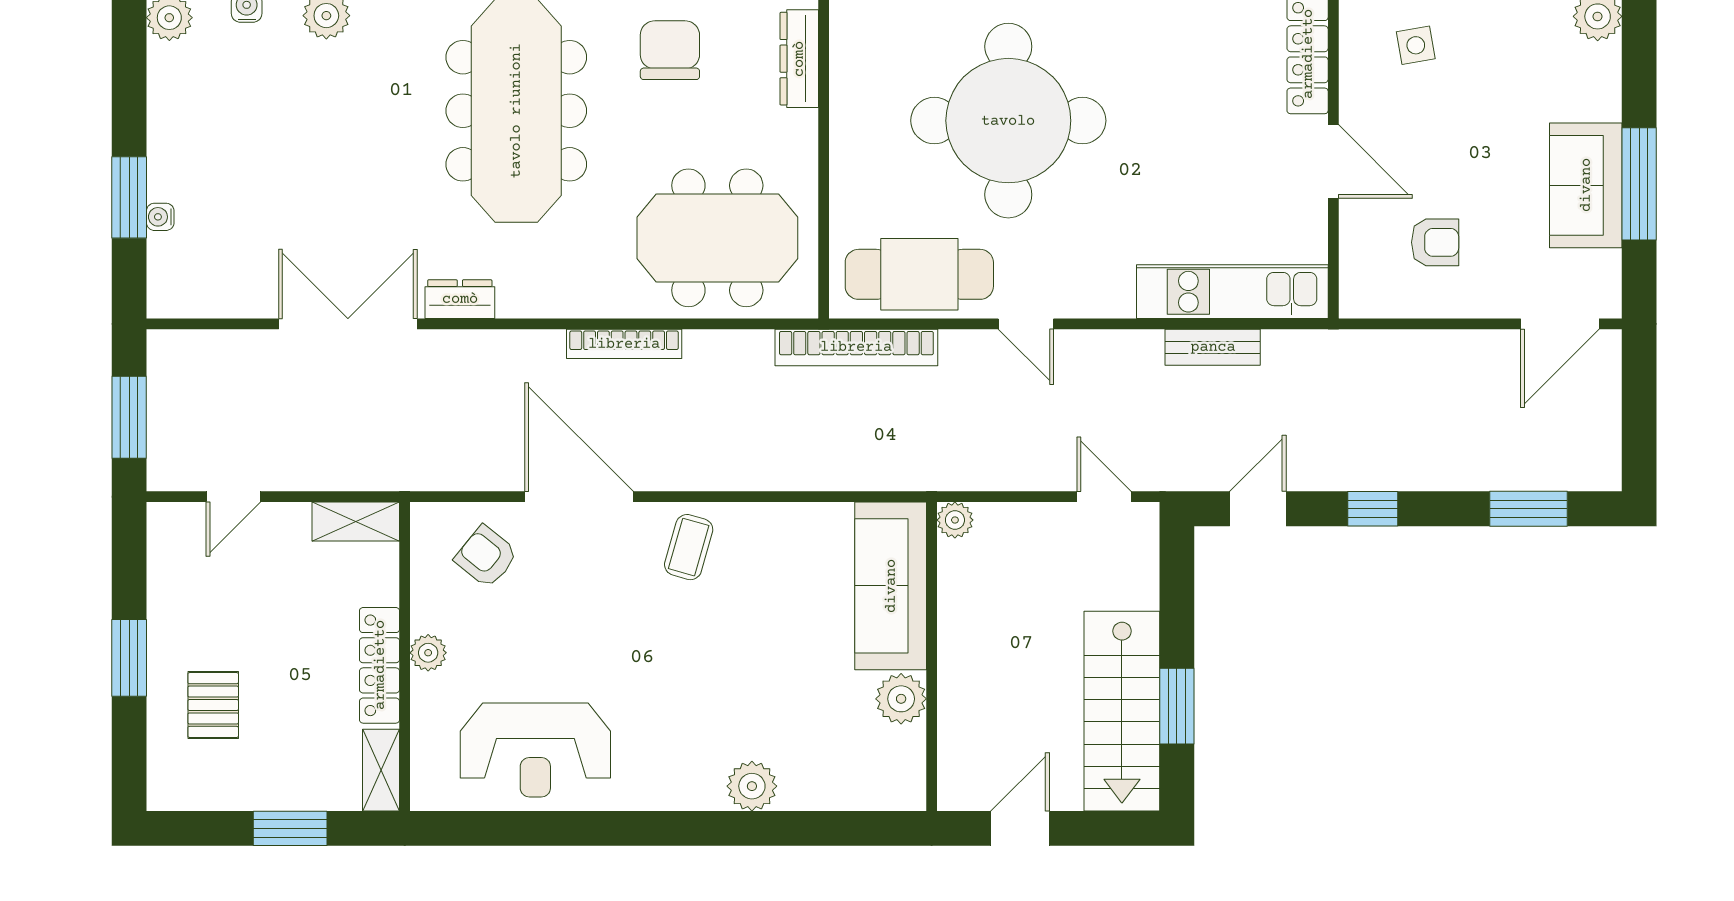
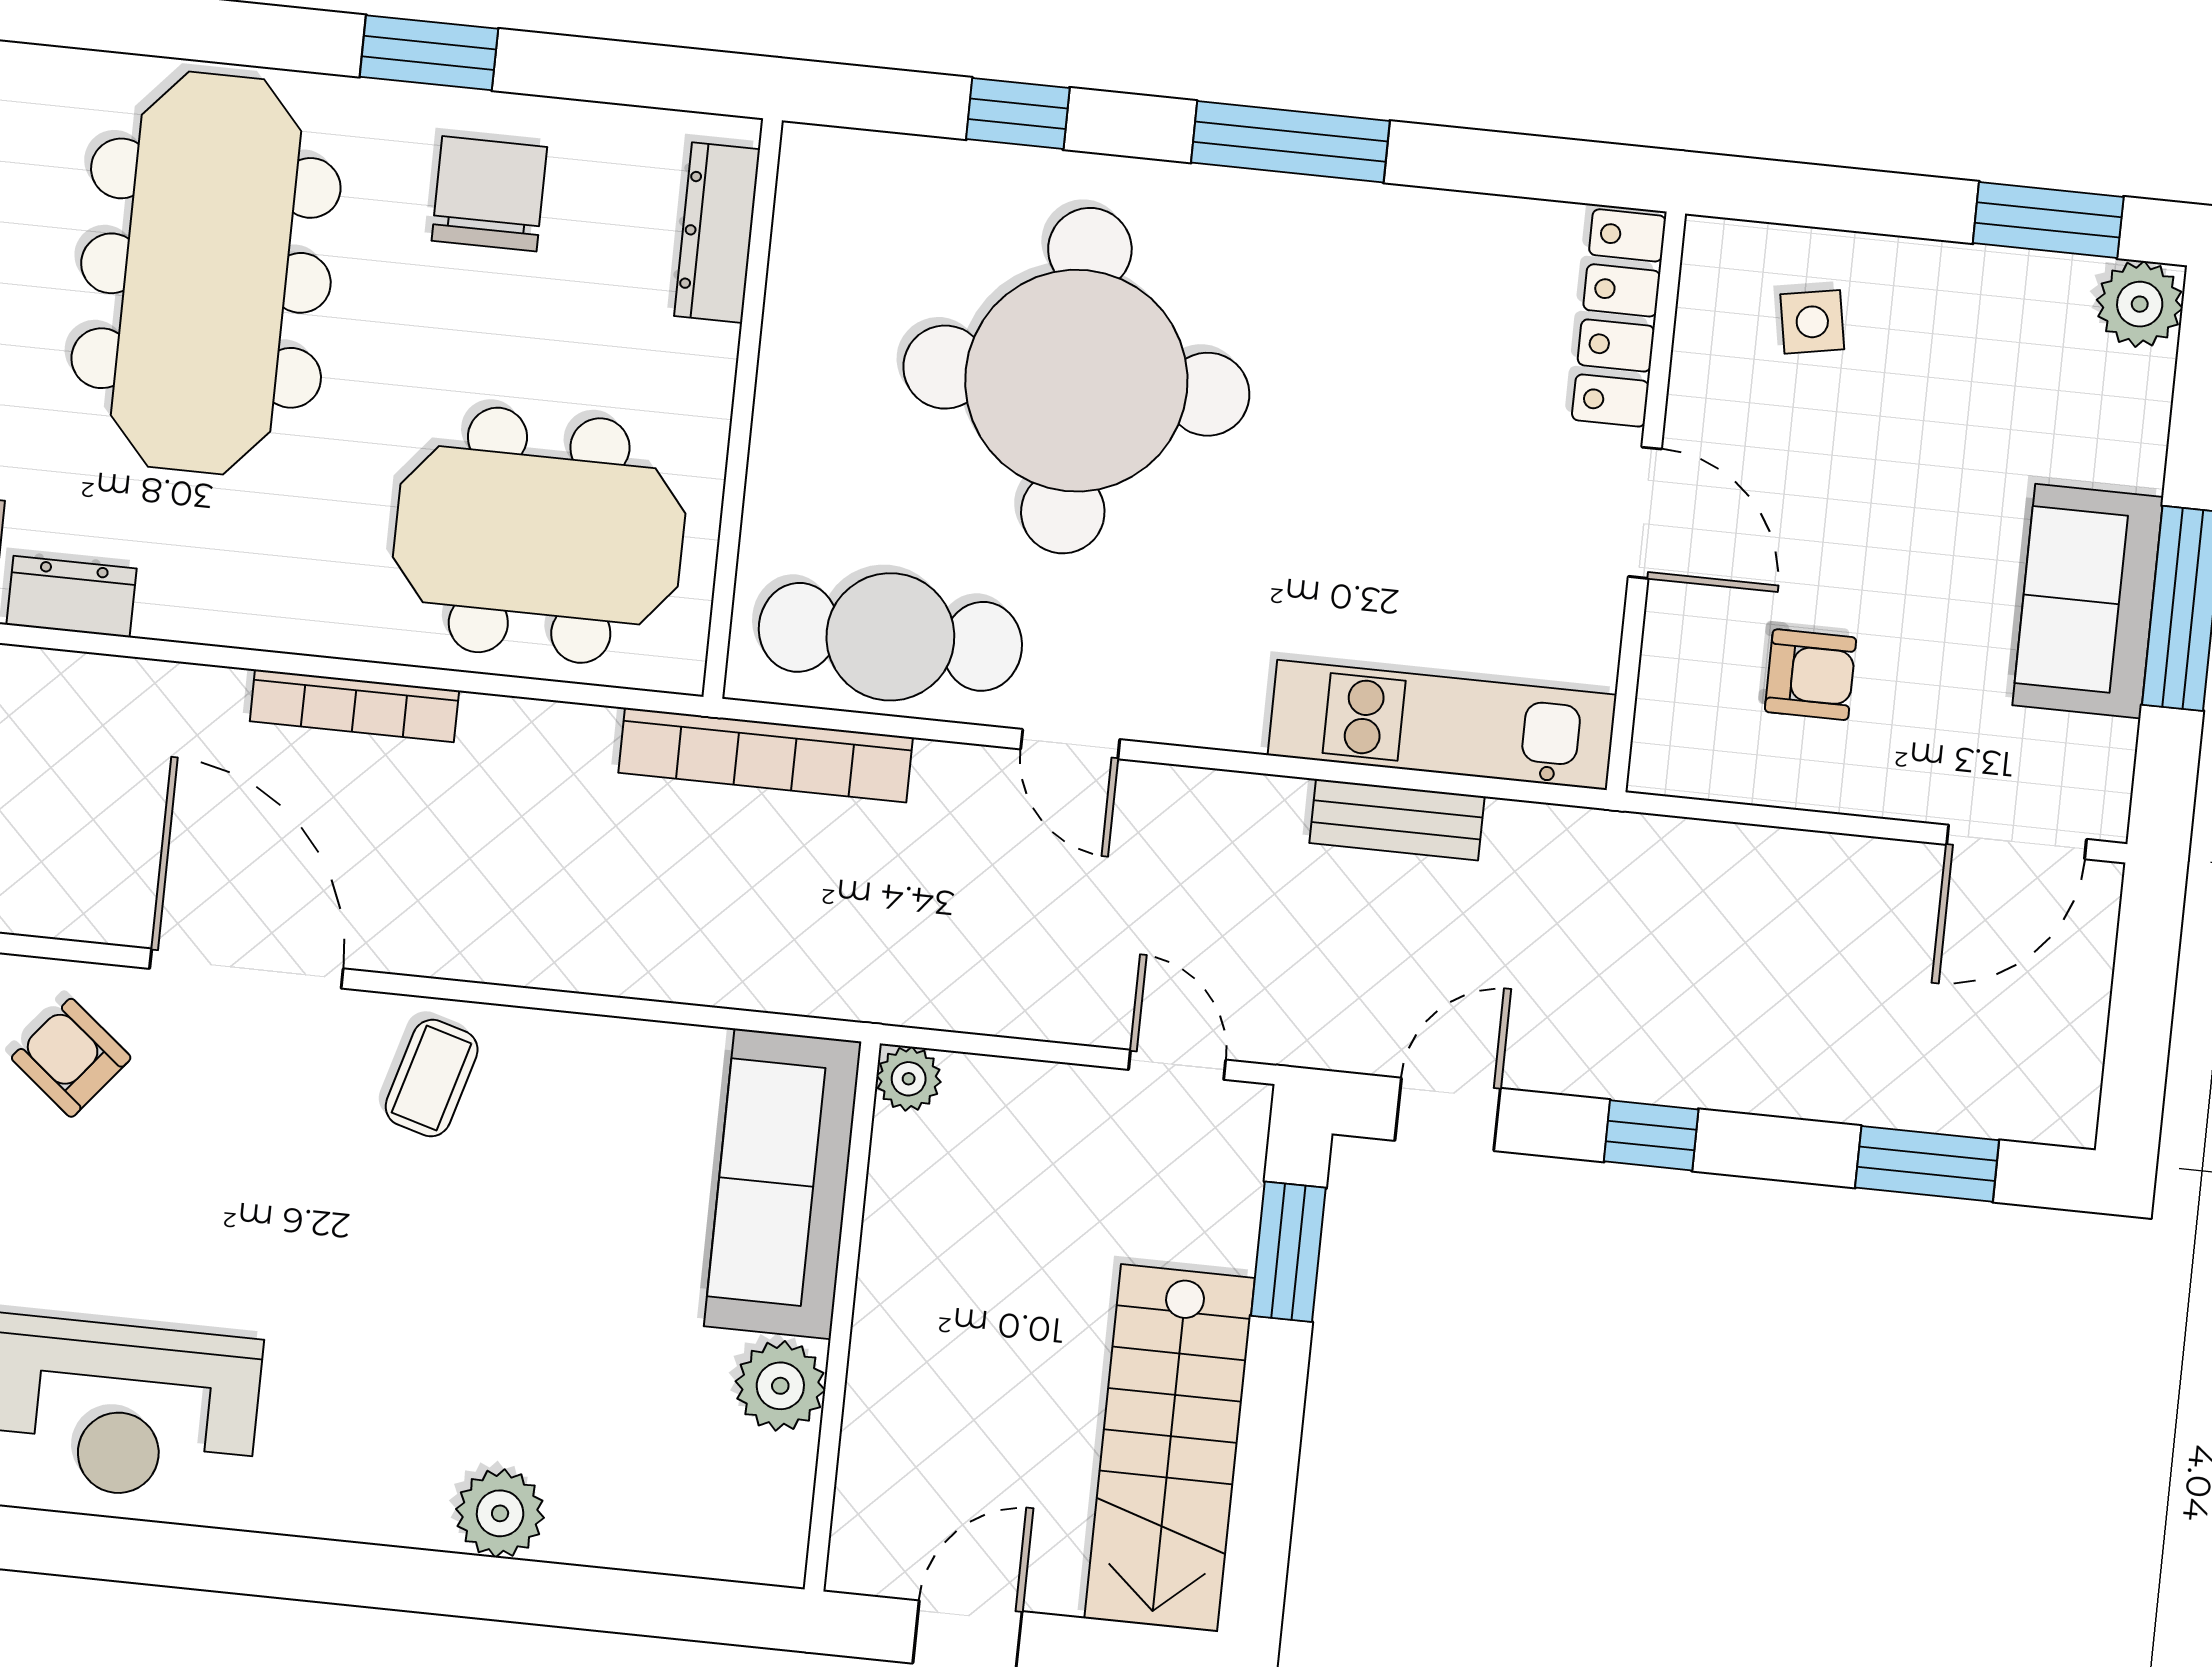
window: (1177, 706) -> (1288, 1252), moved

